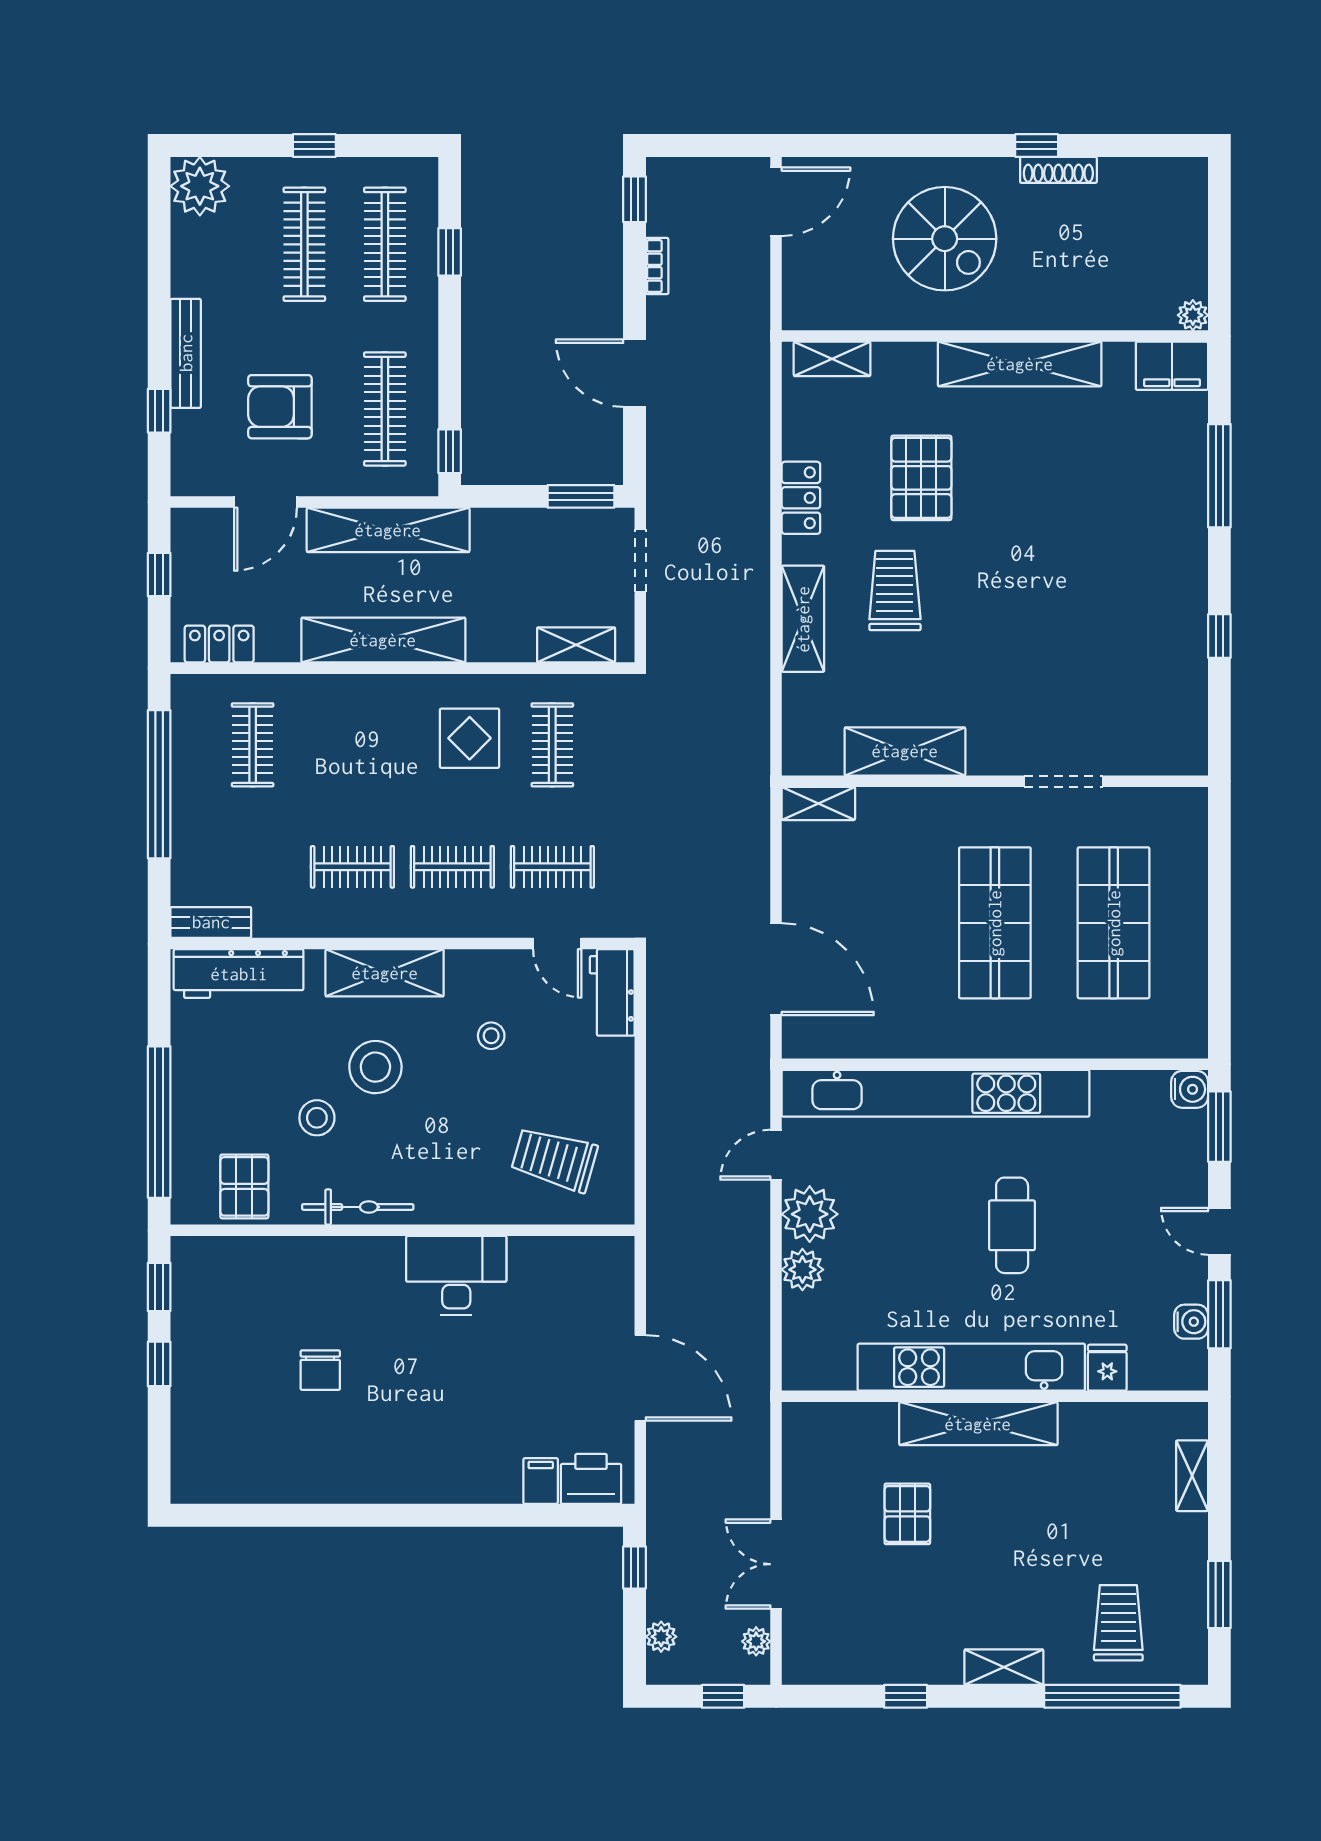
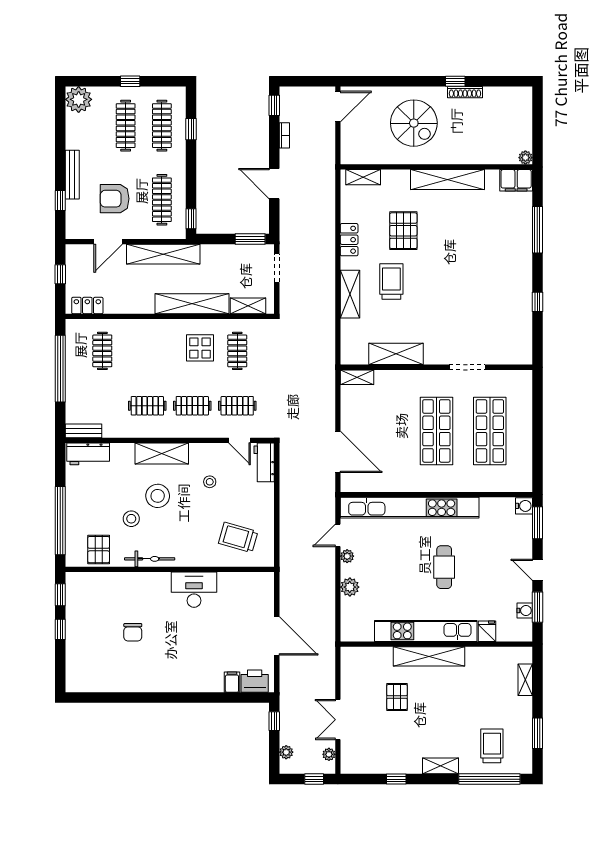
shelving: (383, 640) -> (192, 304), moved
workbench: (239, 974) -> (88, 454), width x0.73
plant: (810, 1214) -> (347, 556), width x0.53, depth x0.53

